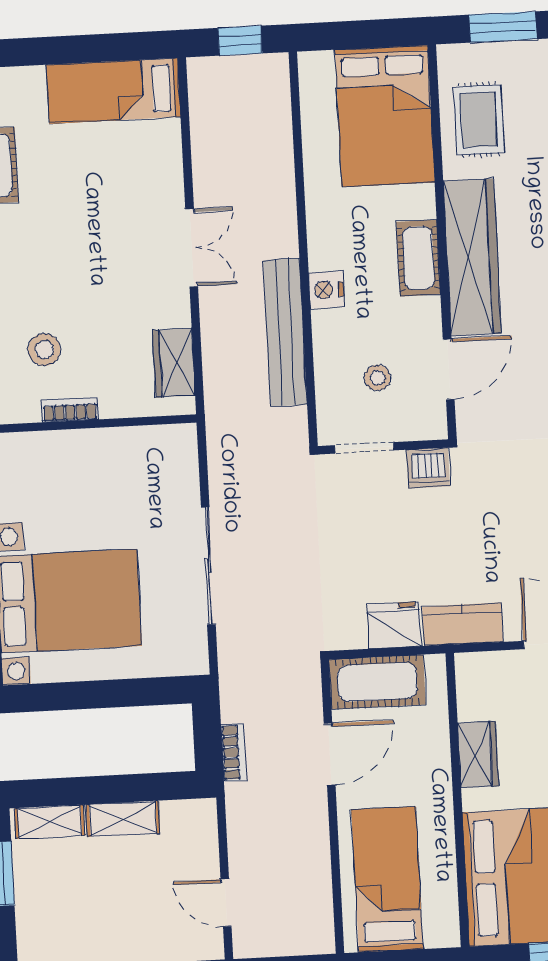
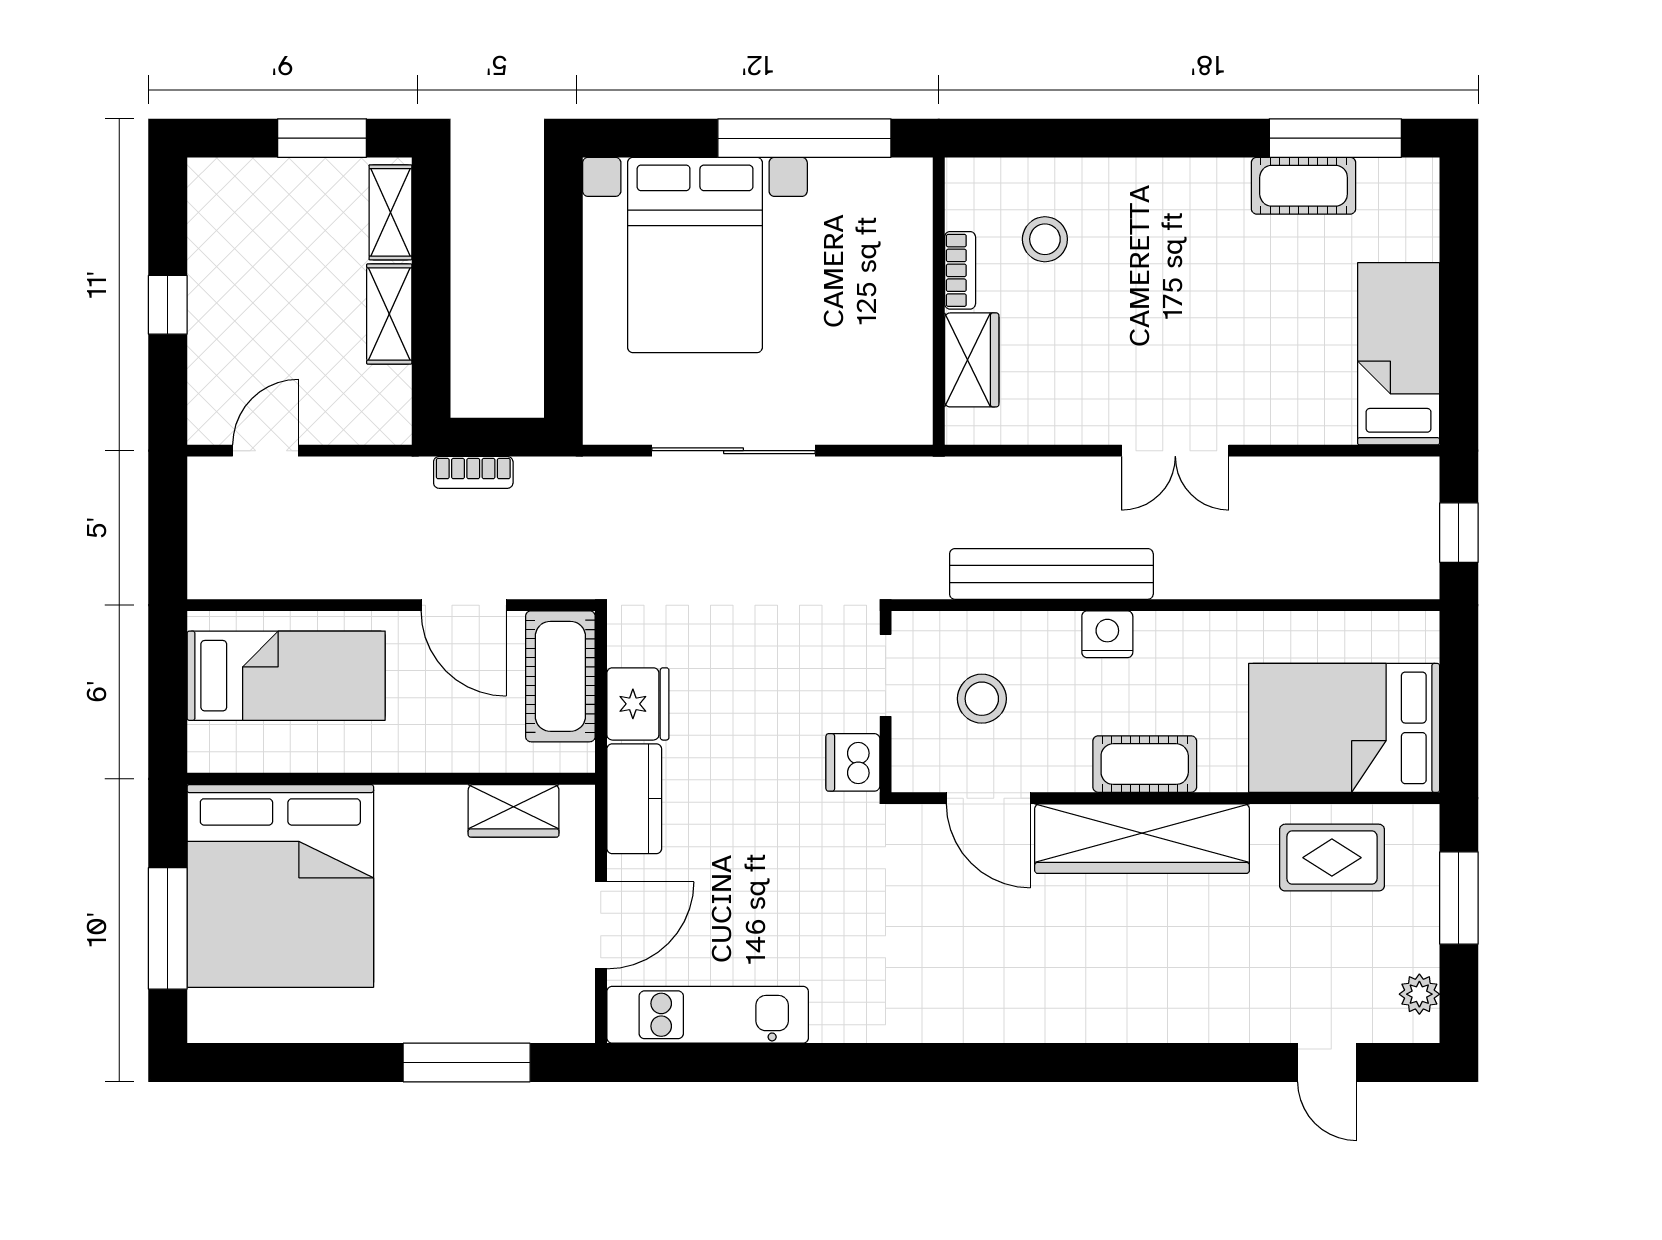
wardrobe: (174, 363) -> (972, 360), moved, turned 90
stool: (377, 378) -> (982, 699), width x1.37, depth x1.37
wardrobe: (478, 755) -> (514, 811), moved

